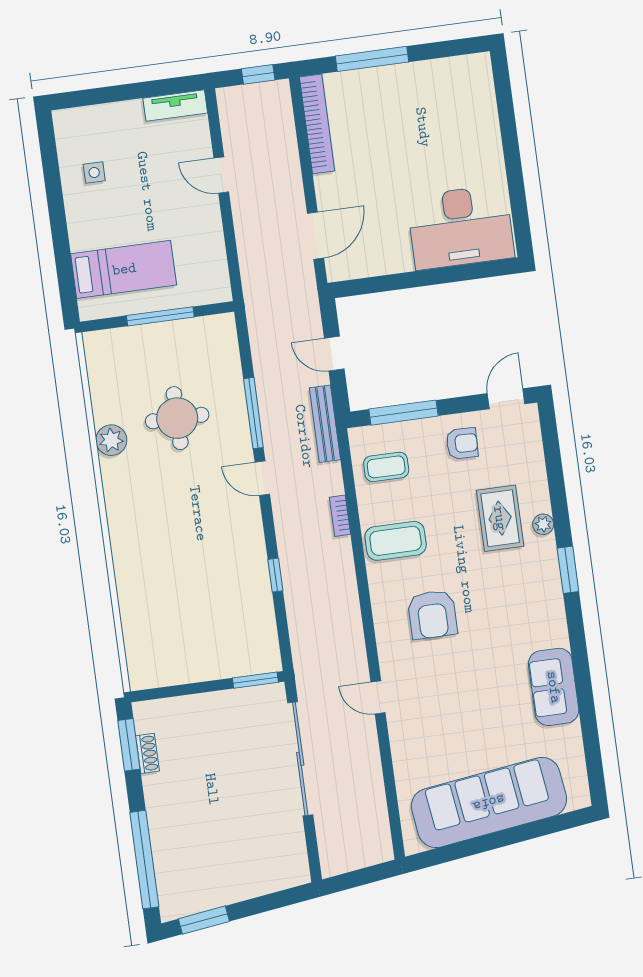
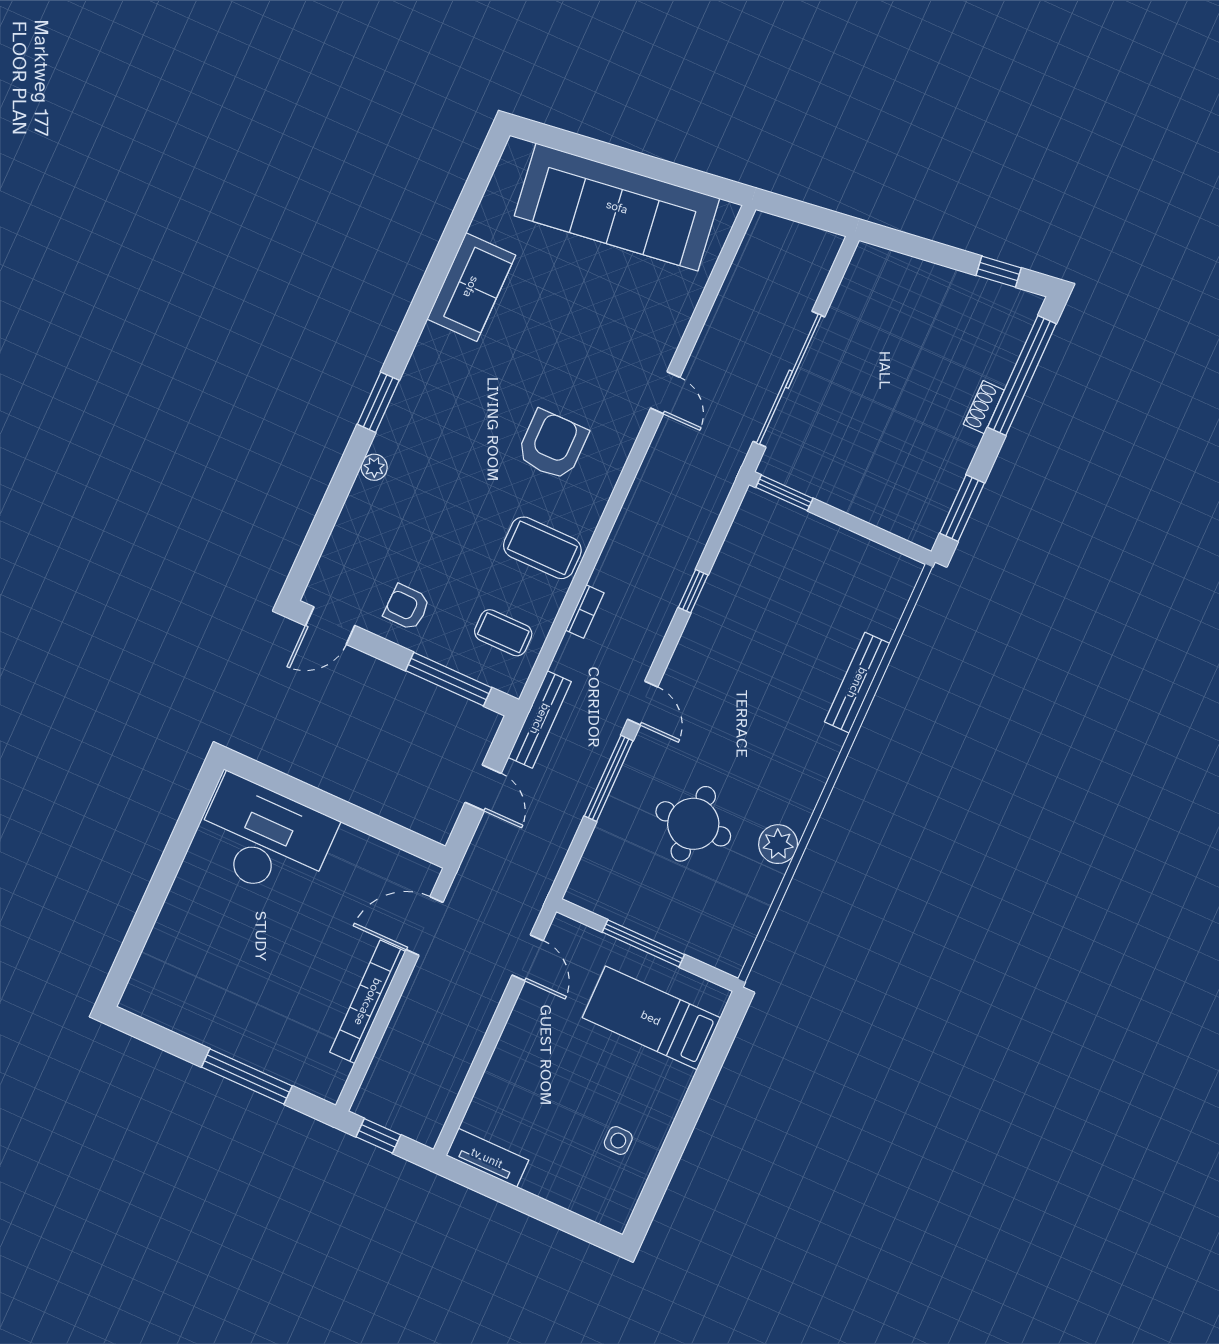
bookcase: (317, 124) -> (368, 1002), moved
door: (221, 175) -> (528, 958), moved
rug: (500, 518) -> (416, 502), removed
bench: (126, 583) -> (857, 683), added
shoe rack: (147, 753) -> (984, 407), moved
window: (204, 920) -> (999, 272), width x0.67

